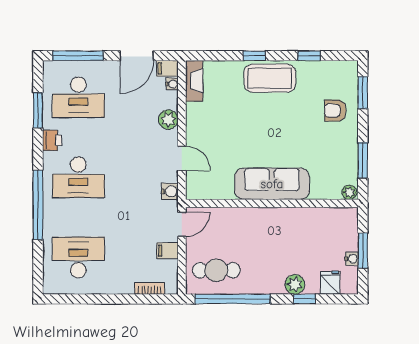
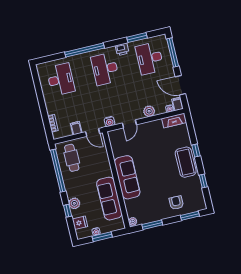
sofa: (301, 223) -> (109, 199), added

